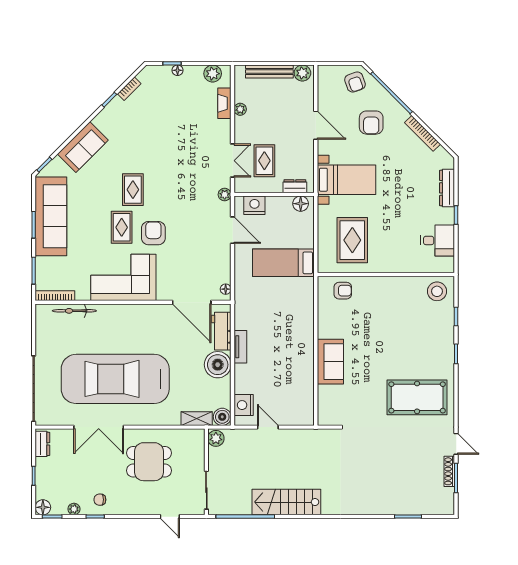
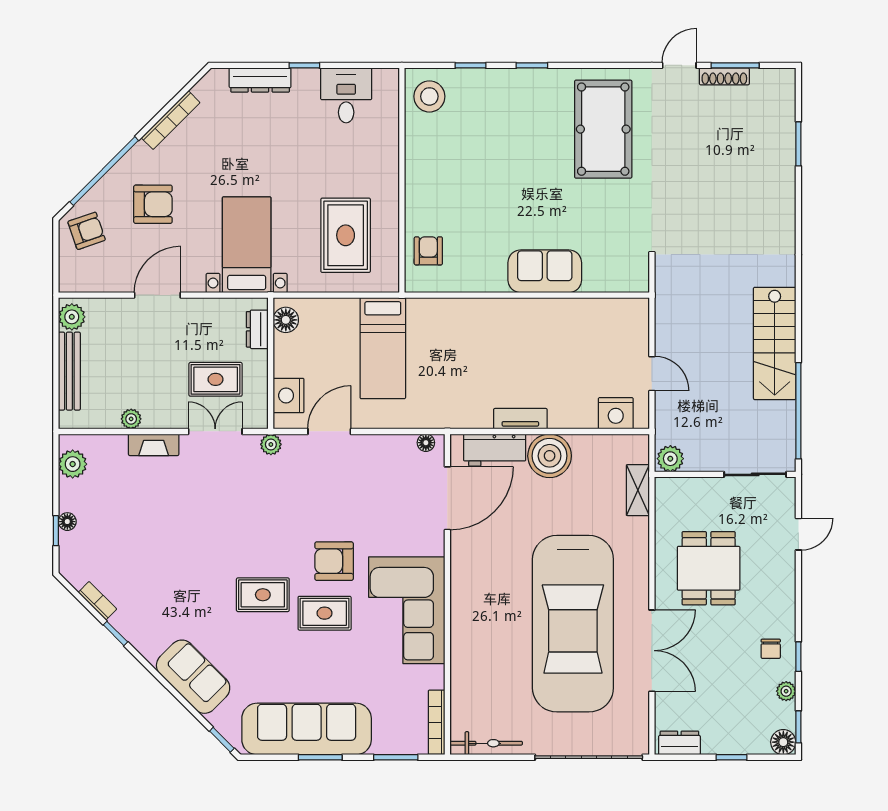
fireplace: (224, 103) -> (154, 445), moved
rug: (352, 240) -> (346, 235), turned 90
bicycle: (74, 311) -> (486, 743), moved, turned -90
boiler: (222, 417) -> (635, 448), removed
door: (268, 427) -> (652, 374), swing flipped

